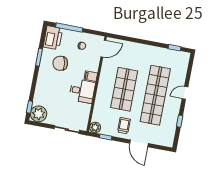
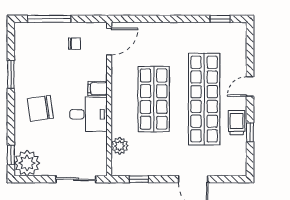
printer: (53, 38) -> (27, 40), removed
chair: (60, 63) -> (40, 108), moved
trolley: (124, 126) -> (237, 123), moved
plant: (95, 127) -> (120, 146), moved

